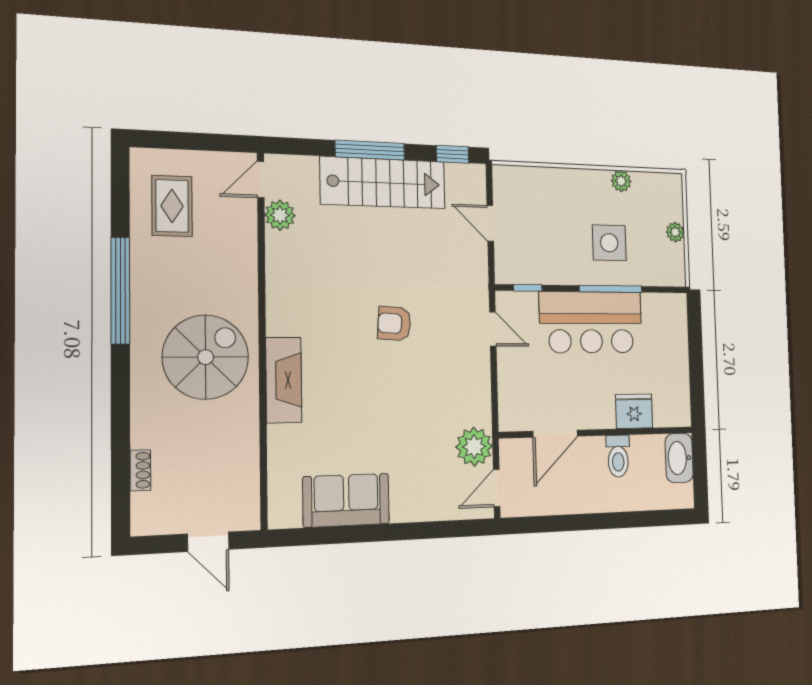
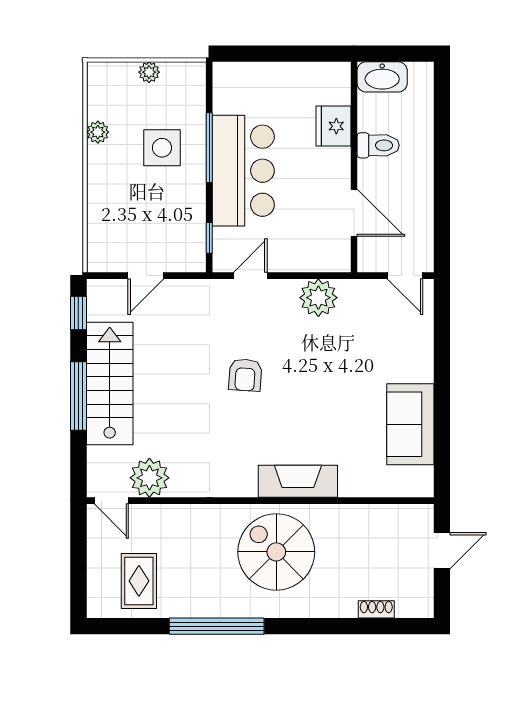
rug: (172, 206) -> (139, 581), turned 90
plant: (280, 215) -> (149, 478), width x1.36, depth x1.36
plant: (474, 447) -> (318, 298), moved

